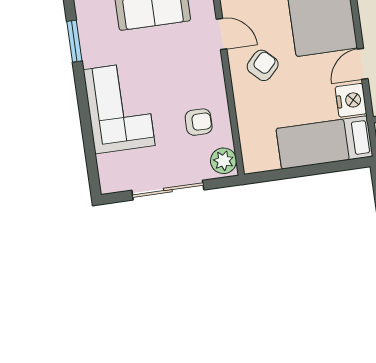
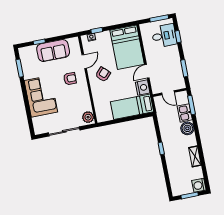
door: (221, 34) -> (84, 62), hinge flipped
armchair: (199, 122) -> (70, 79), moved

